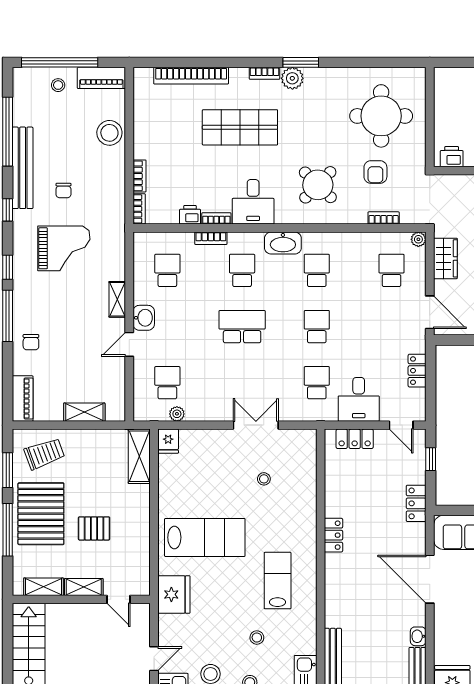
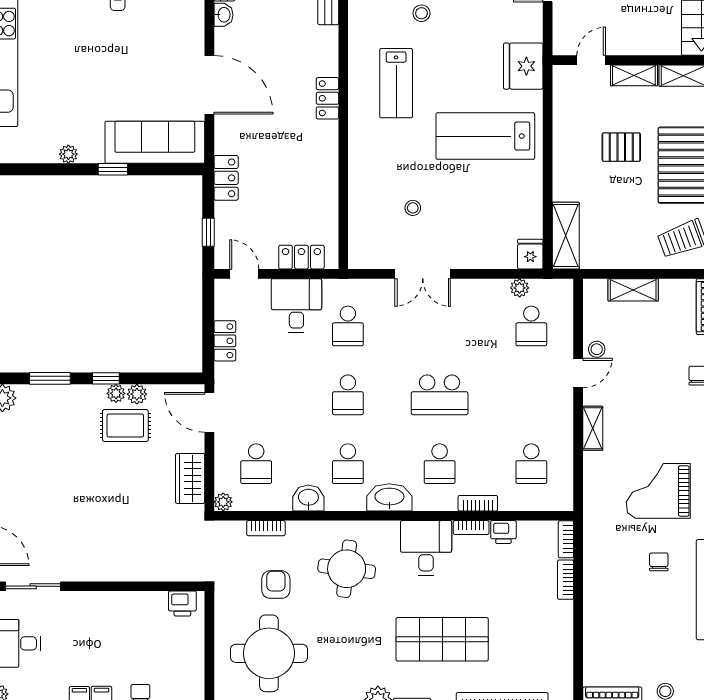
stool: (109, 133) -> (597, 349), moved, width x0.53, depth x0.53
round table: (318, 185) -> (347, 569), turned -37
washbasin: (144, 318) -> (308, 498), moved, turned 90
locker: (333, 535) -> (327, 98), moved
door: (119, 599) -> (591, 60), hinge flipped

